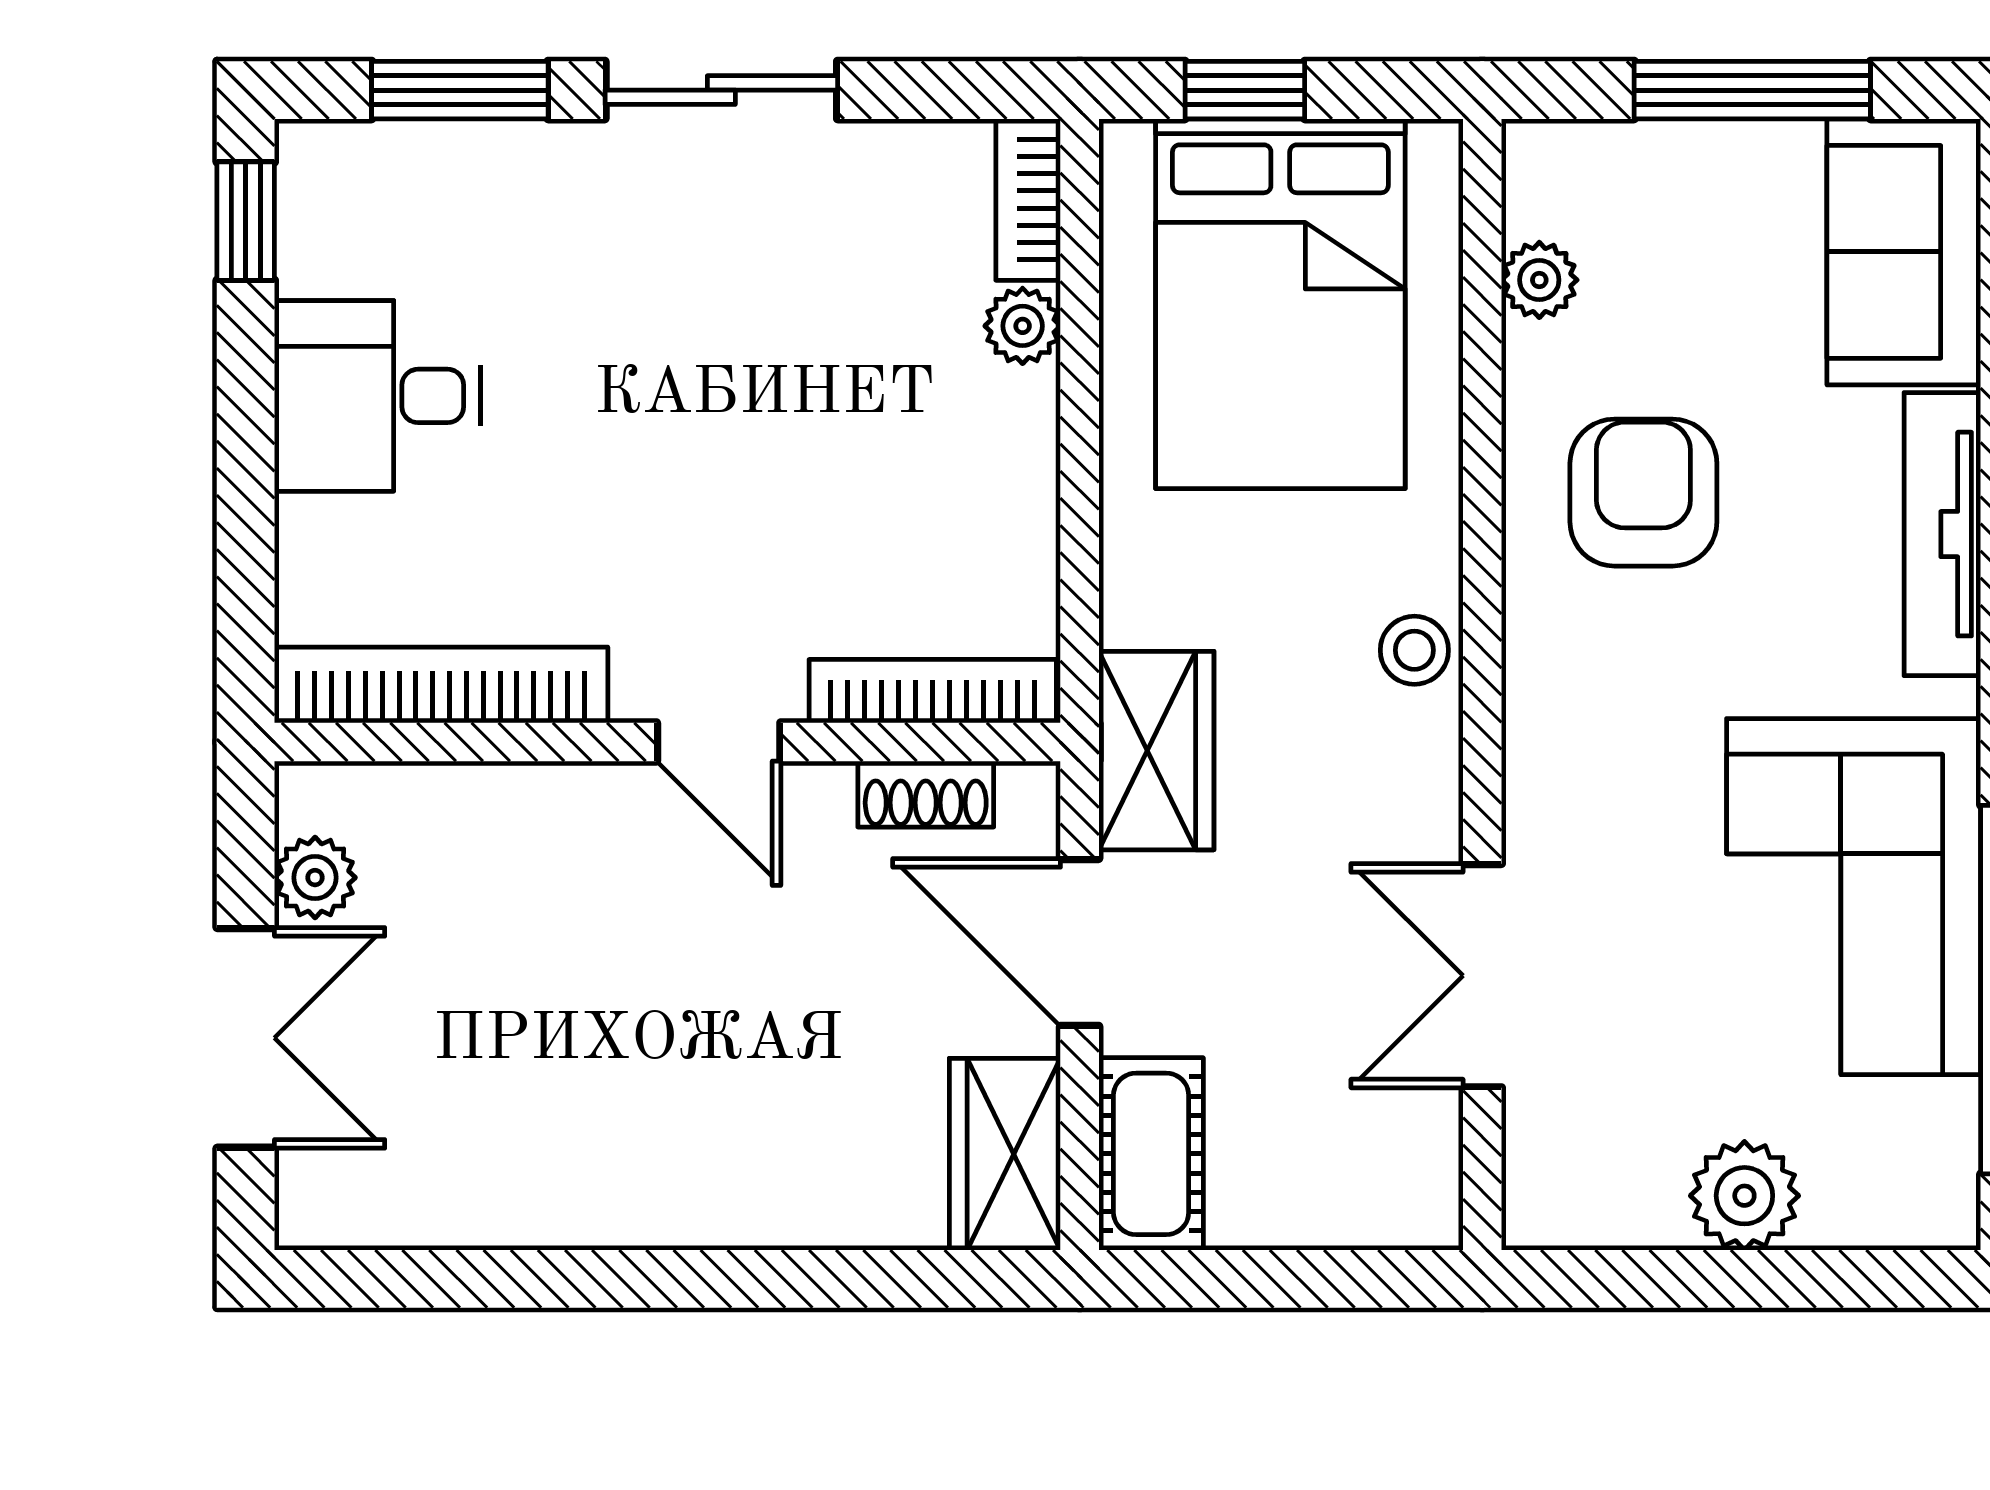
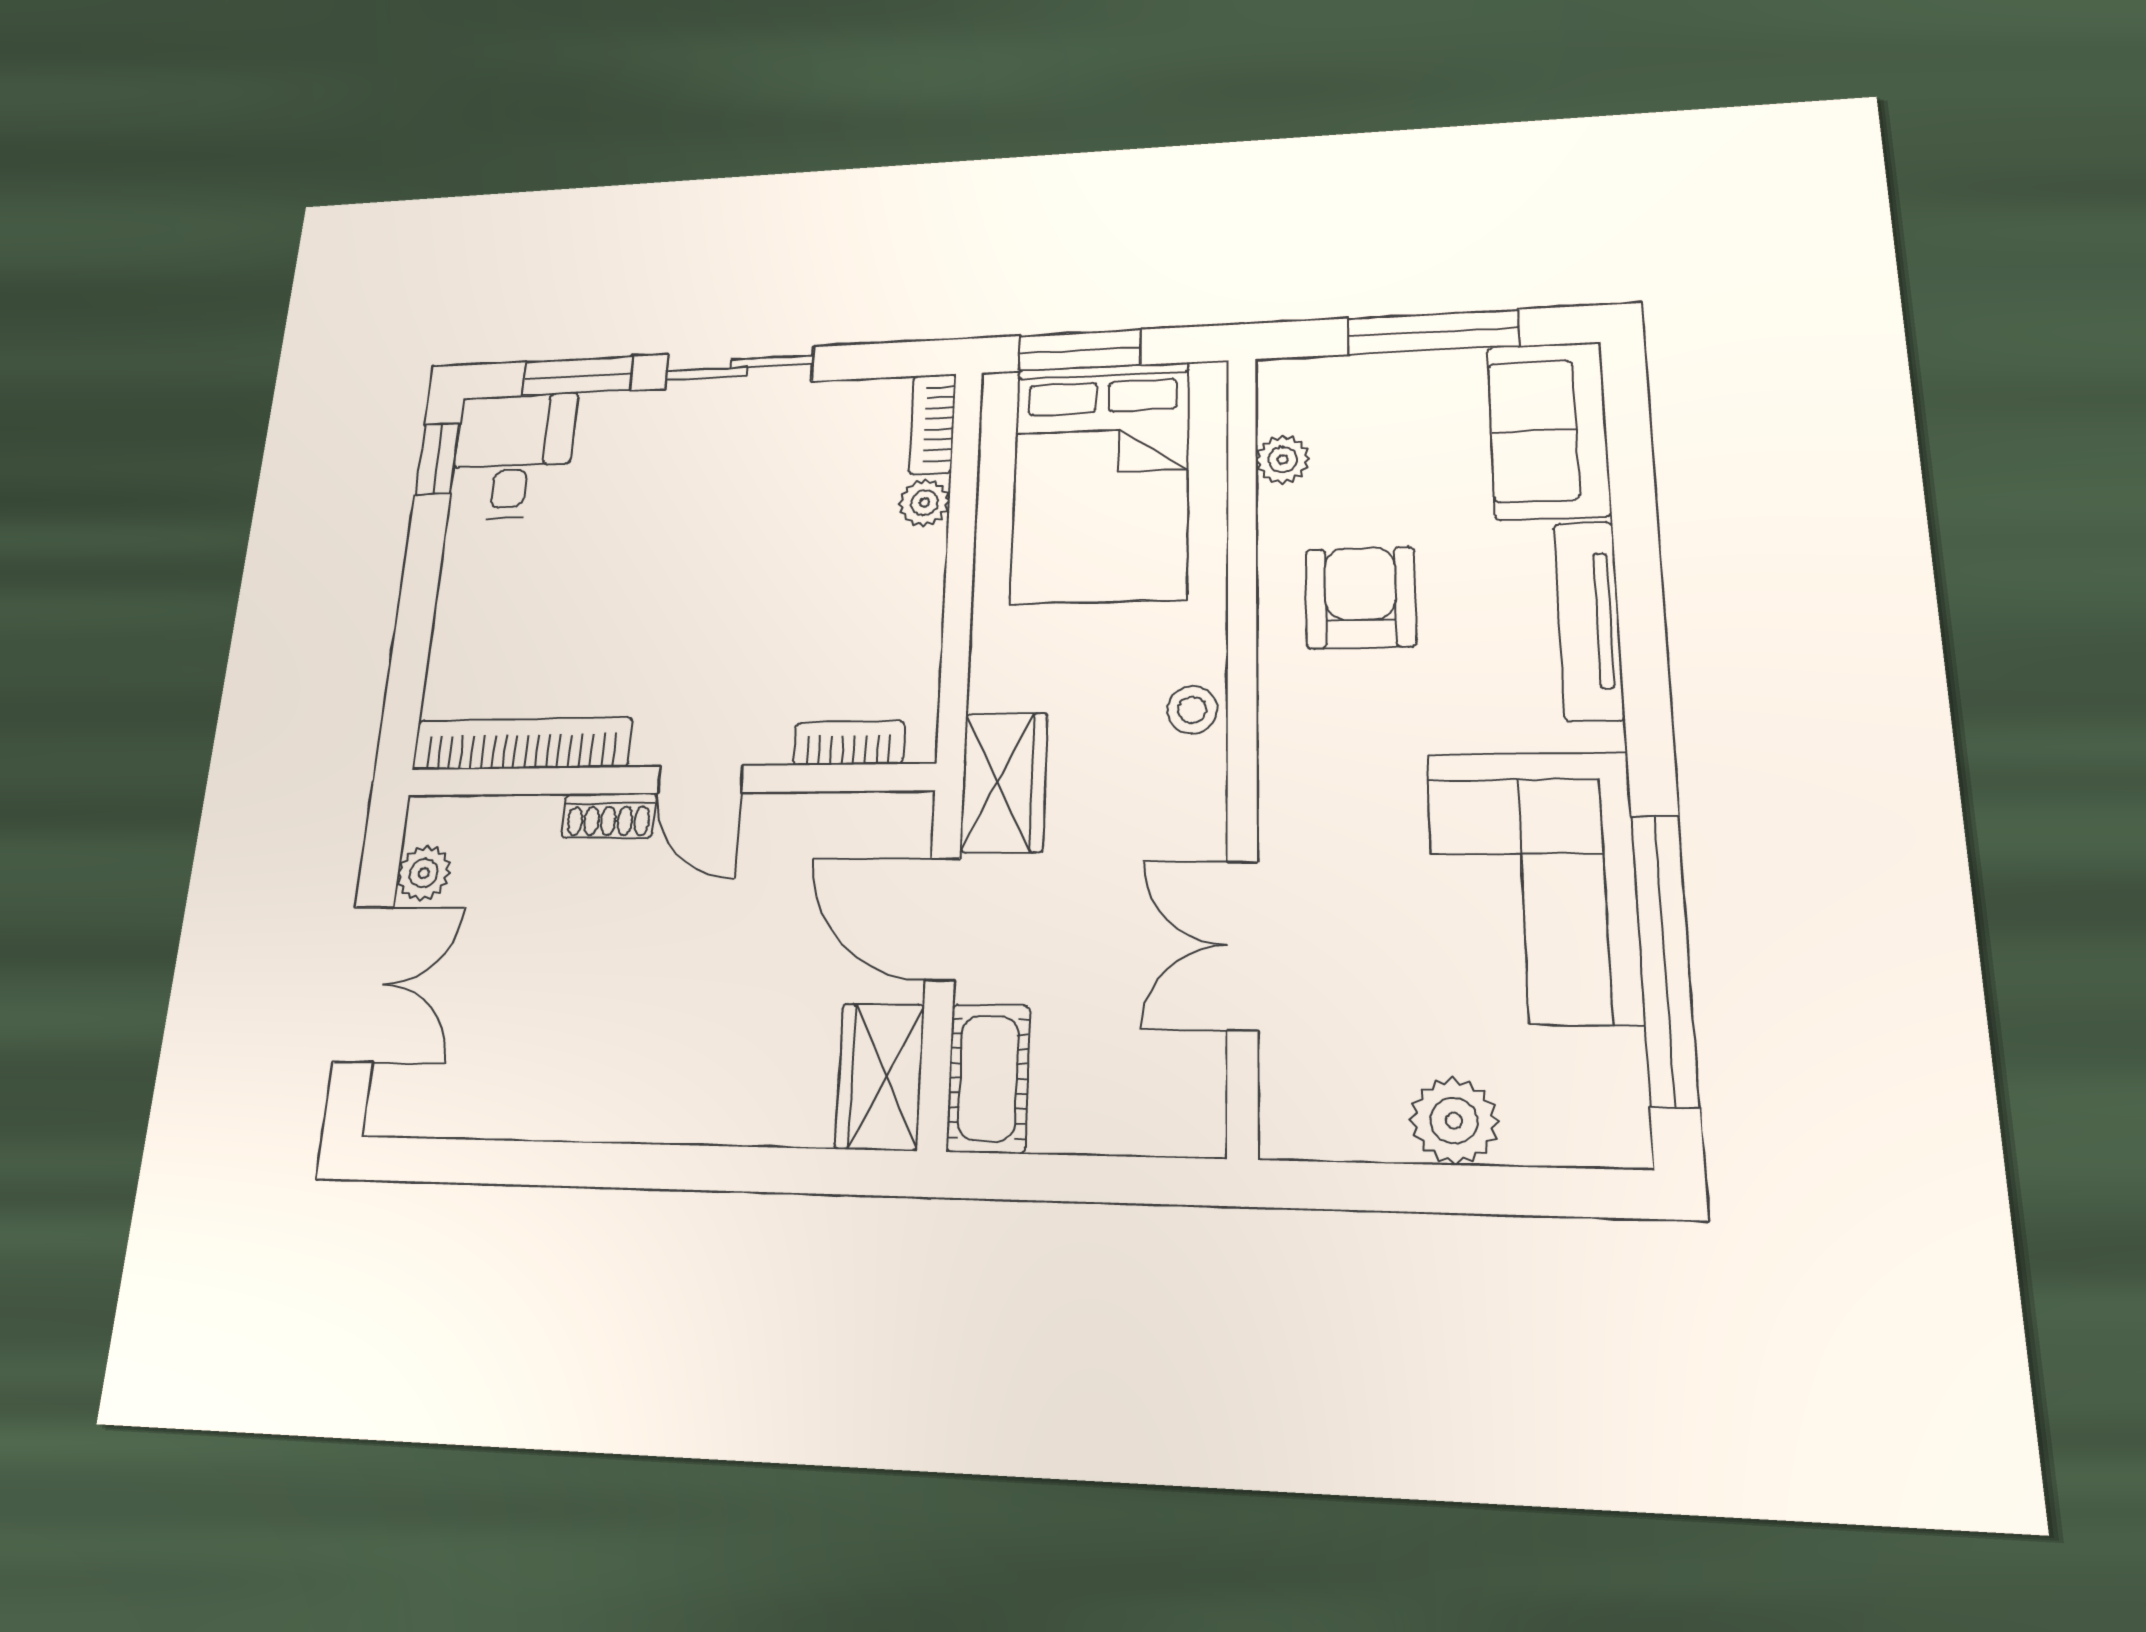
window: (1245, 90) -> (1080, 350), width x1.50
desk: (377, 396) -> (513, 456), moved, turned 90
bookcase: (933, 691) -> (849, 743), width x0.64
shoe rack: (926, 794) -> (609, 816), moved

